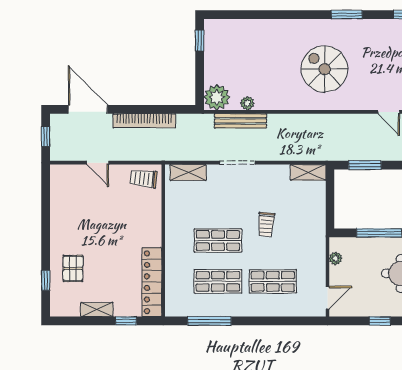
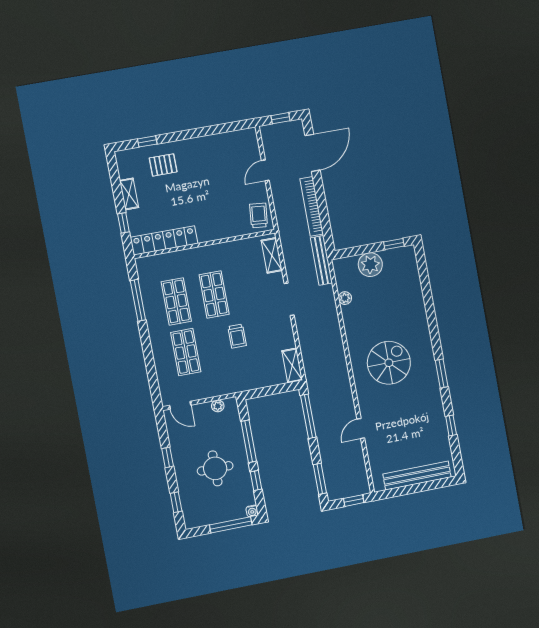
plant: (217, 97) -> (370, 265), moved
bench: (240, 121) -> (321, 260), moved
window: (365, 165) -> (308, 416), width x1.44
trolley: (266, 225) -> (237, 336), turned -95

